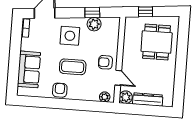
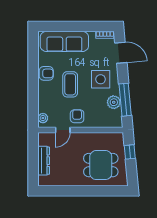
window: (92, 13) -> (125, 100), width x2.17
sofa: (29, 69) -> (64, 41), width x1.36
plant: (126, 97) -> (44, 139), removed

